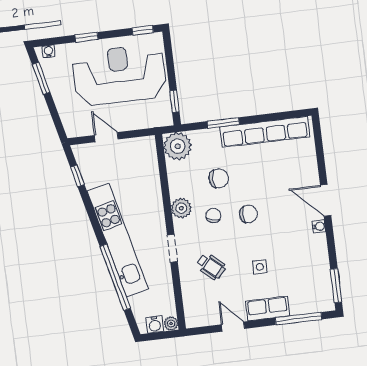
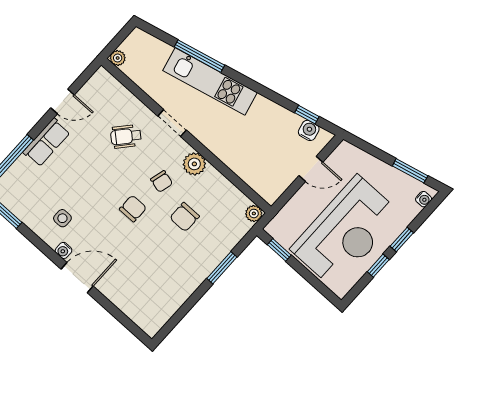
window: (143, 30) -> (378, 266), moved
row of seats: (265, 132) -> (180, 291), removed
plant: (178, 146) -> (254, 213), width x0.53, depth x0.53
chair: (248, 214) -> (133, 209), turned 180
kitchen unit: (118, 240) -> (210, 81), width x0.73
side table: (260, 267) -> (62, 218), moved
window: (115, 277) -> (199, 56), width x0.68
water cooler: (155, 324) -> (309, 130), moved, turned 77

